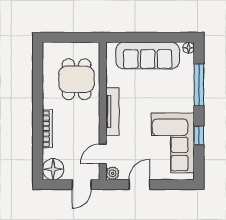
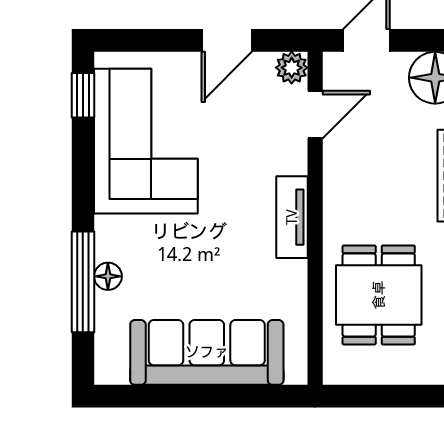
floor lamp: (189, 48) -> (108, 276), moved
tv unit: (112, 111) -> (292, 217), width x0.71
window: (199, 135) -> (83, 95), moved

